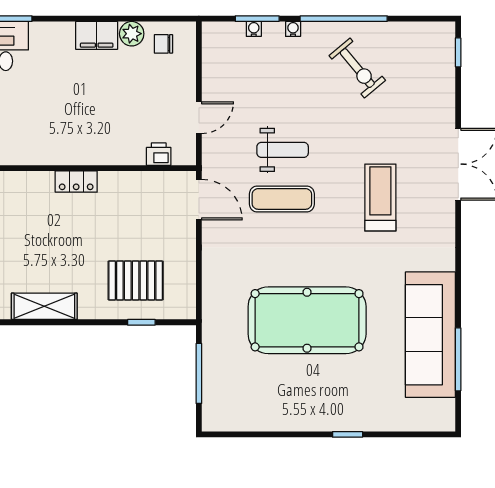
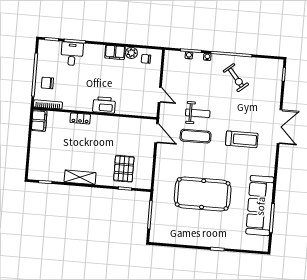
door: (199, 118) -> (160, 95), hinge flipped
printer: (159, 154) -> (104, 105), moved, width x1.87, depth x1.48
locker: (76, 182) -> (80, 118), moved
treadmill: (380, 198) -> (242, 139), turned 90
pallet: (136, 280) -> (124, 169), turned 90

